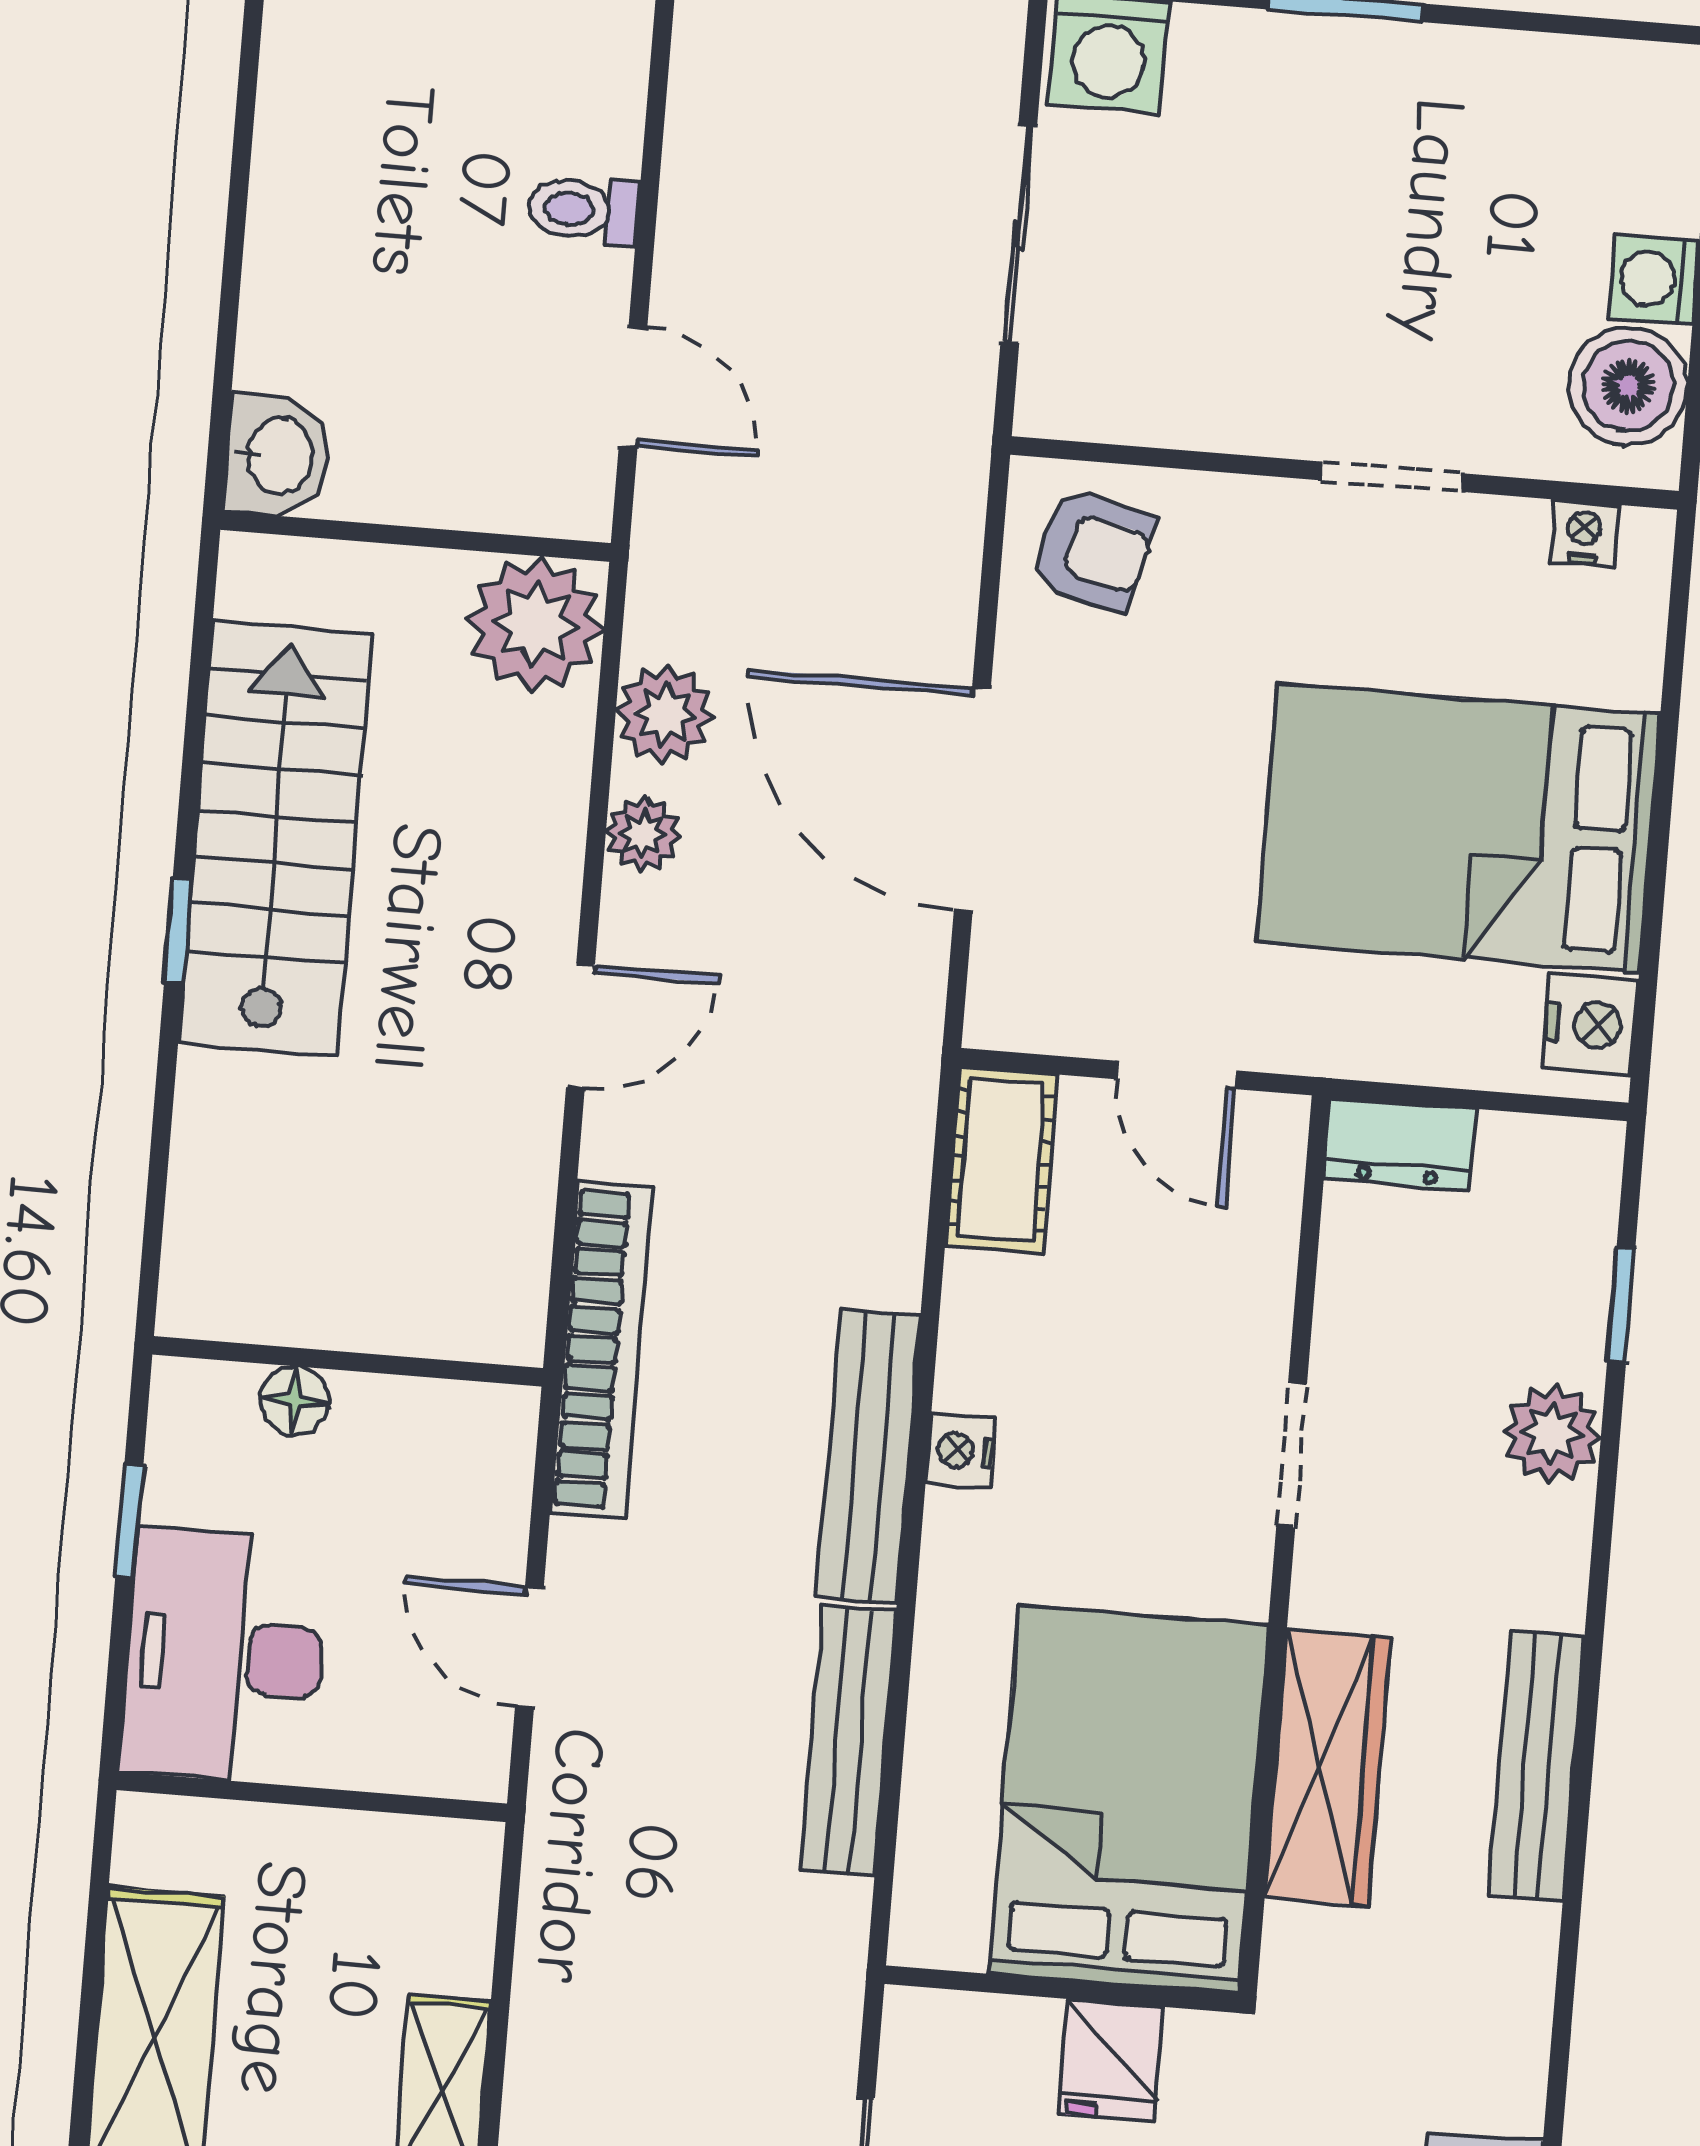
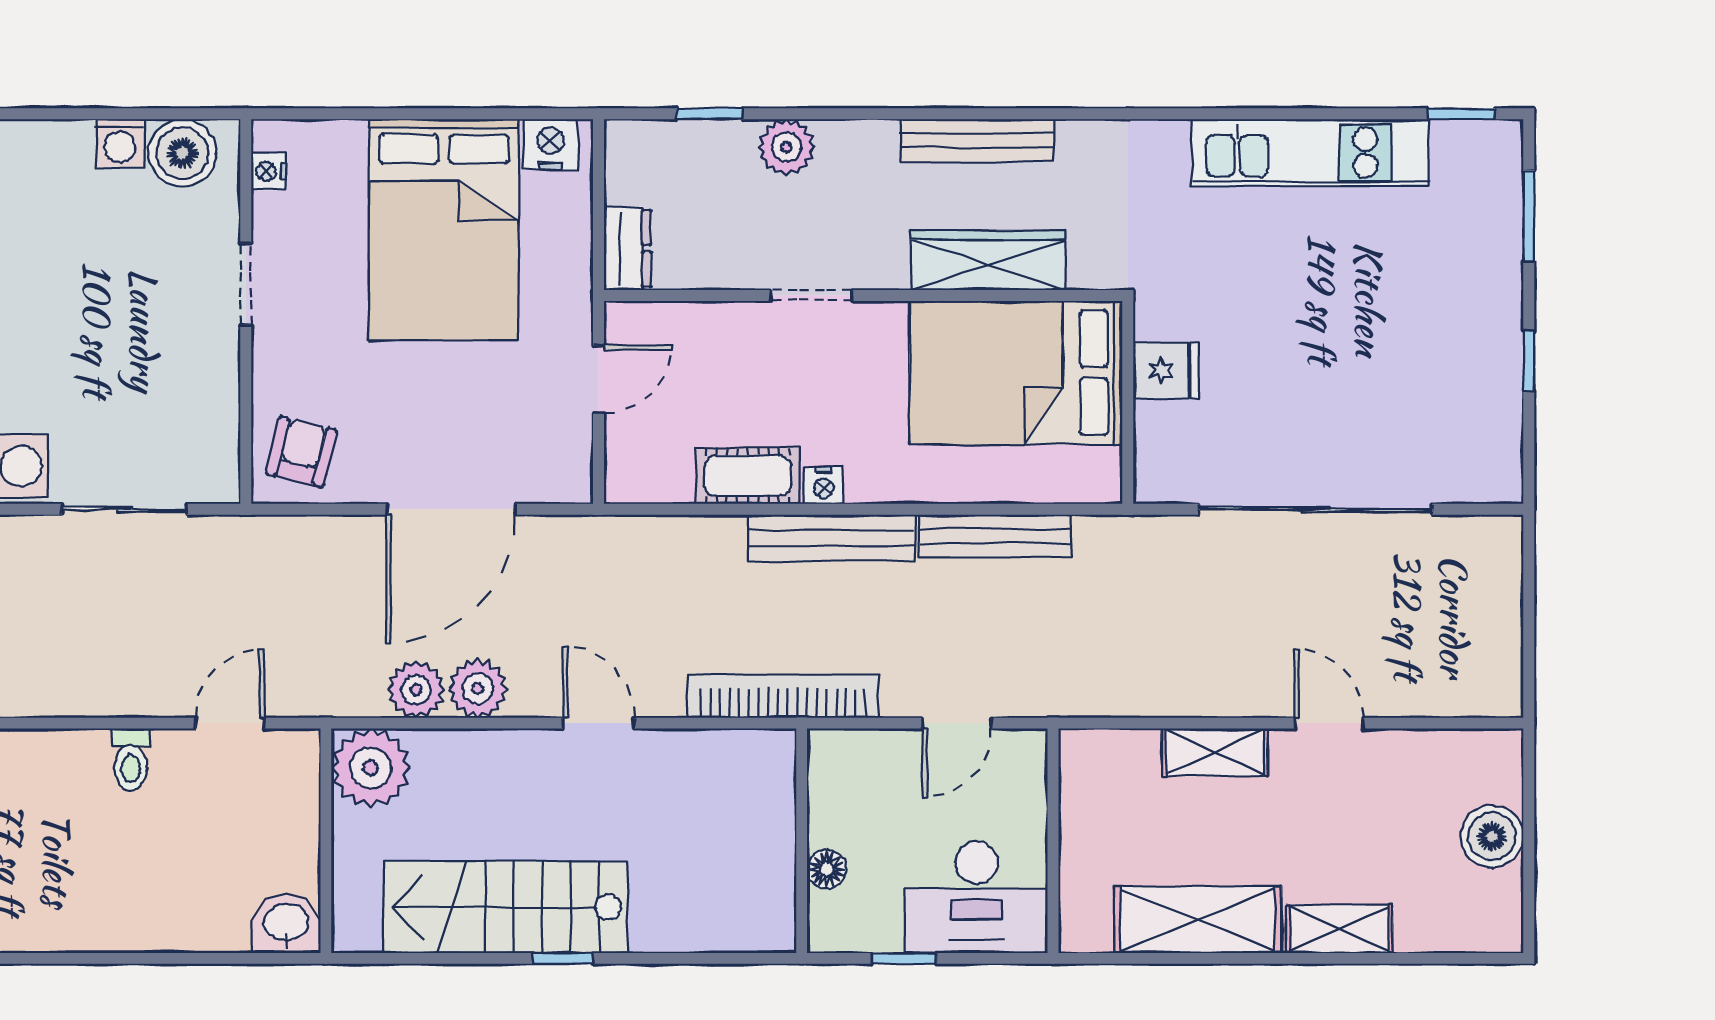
plant: (643, 834) -> (478, 689), width x1.38, depth x1.38
cot: (1001, 1160) -> (748, 476), moved

